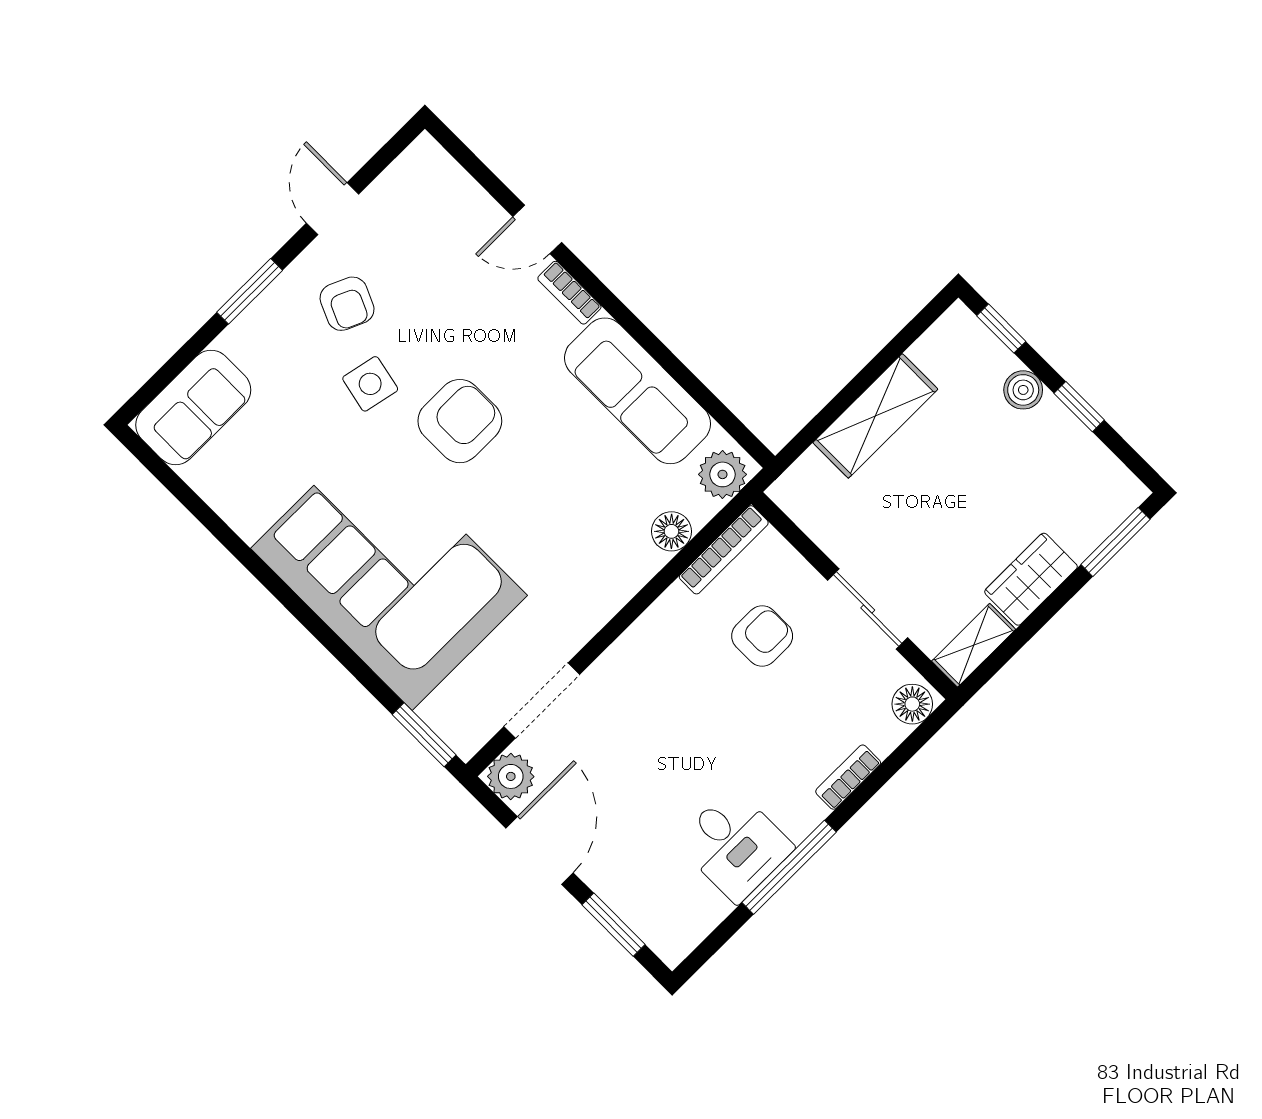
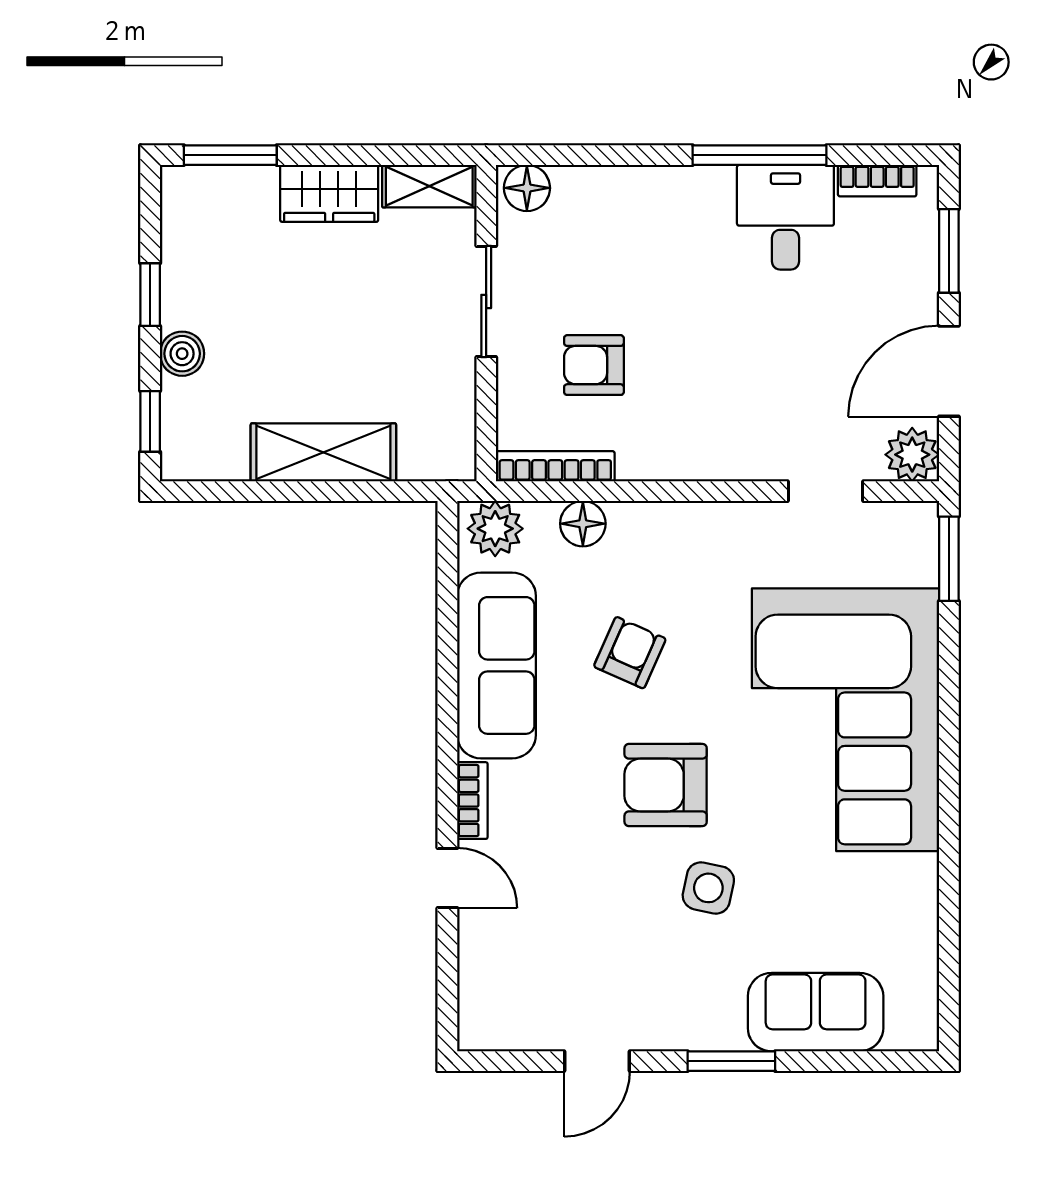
armchair: (347, 304) -> (630, 653), moved
sofa: (193, 407) -> (816, 1012), moved
doorway: (542, 701) -> (825, 491), width x0.73
bookcase: (848, 777) -> (877, 181), moved

